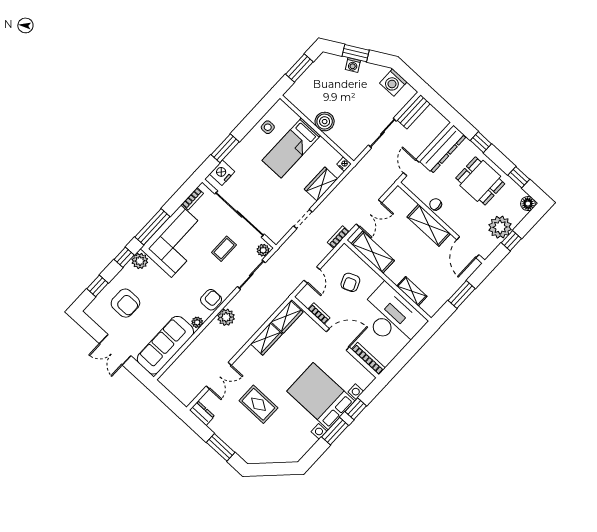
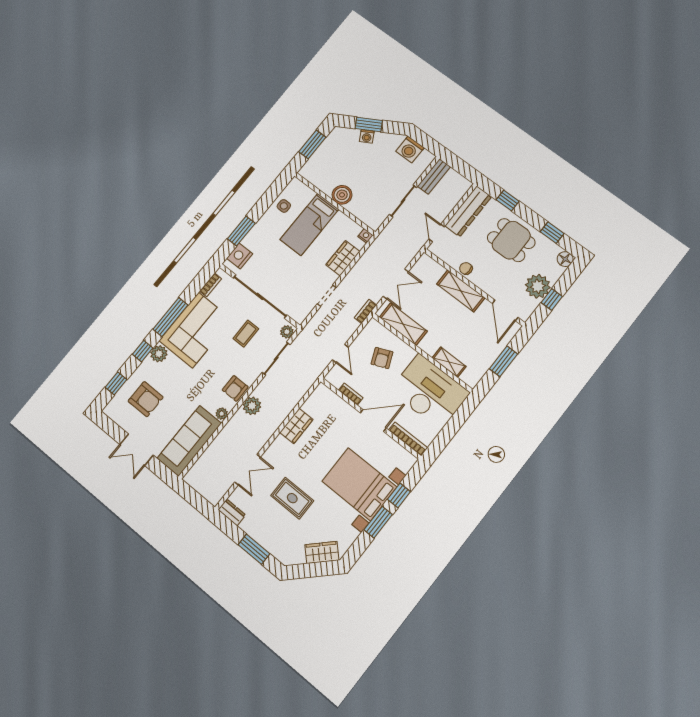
armchair: (211, 300) -> (235, 388), turned 180
wardrobe: (287, 317) -> (322, 552), moved, turned -135

